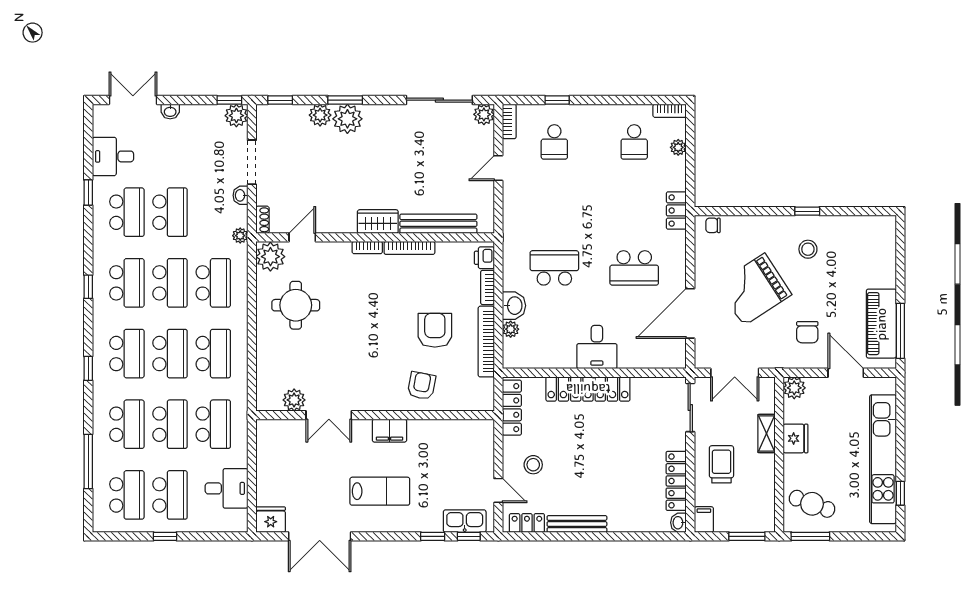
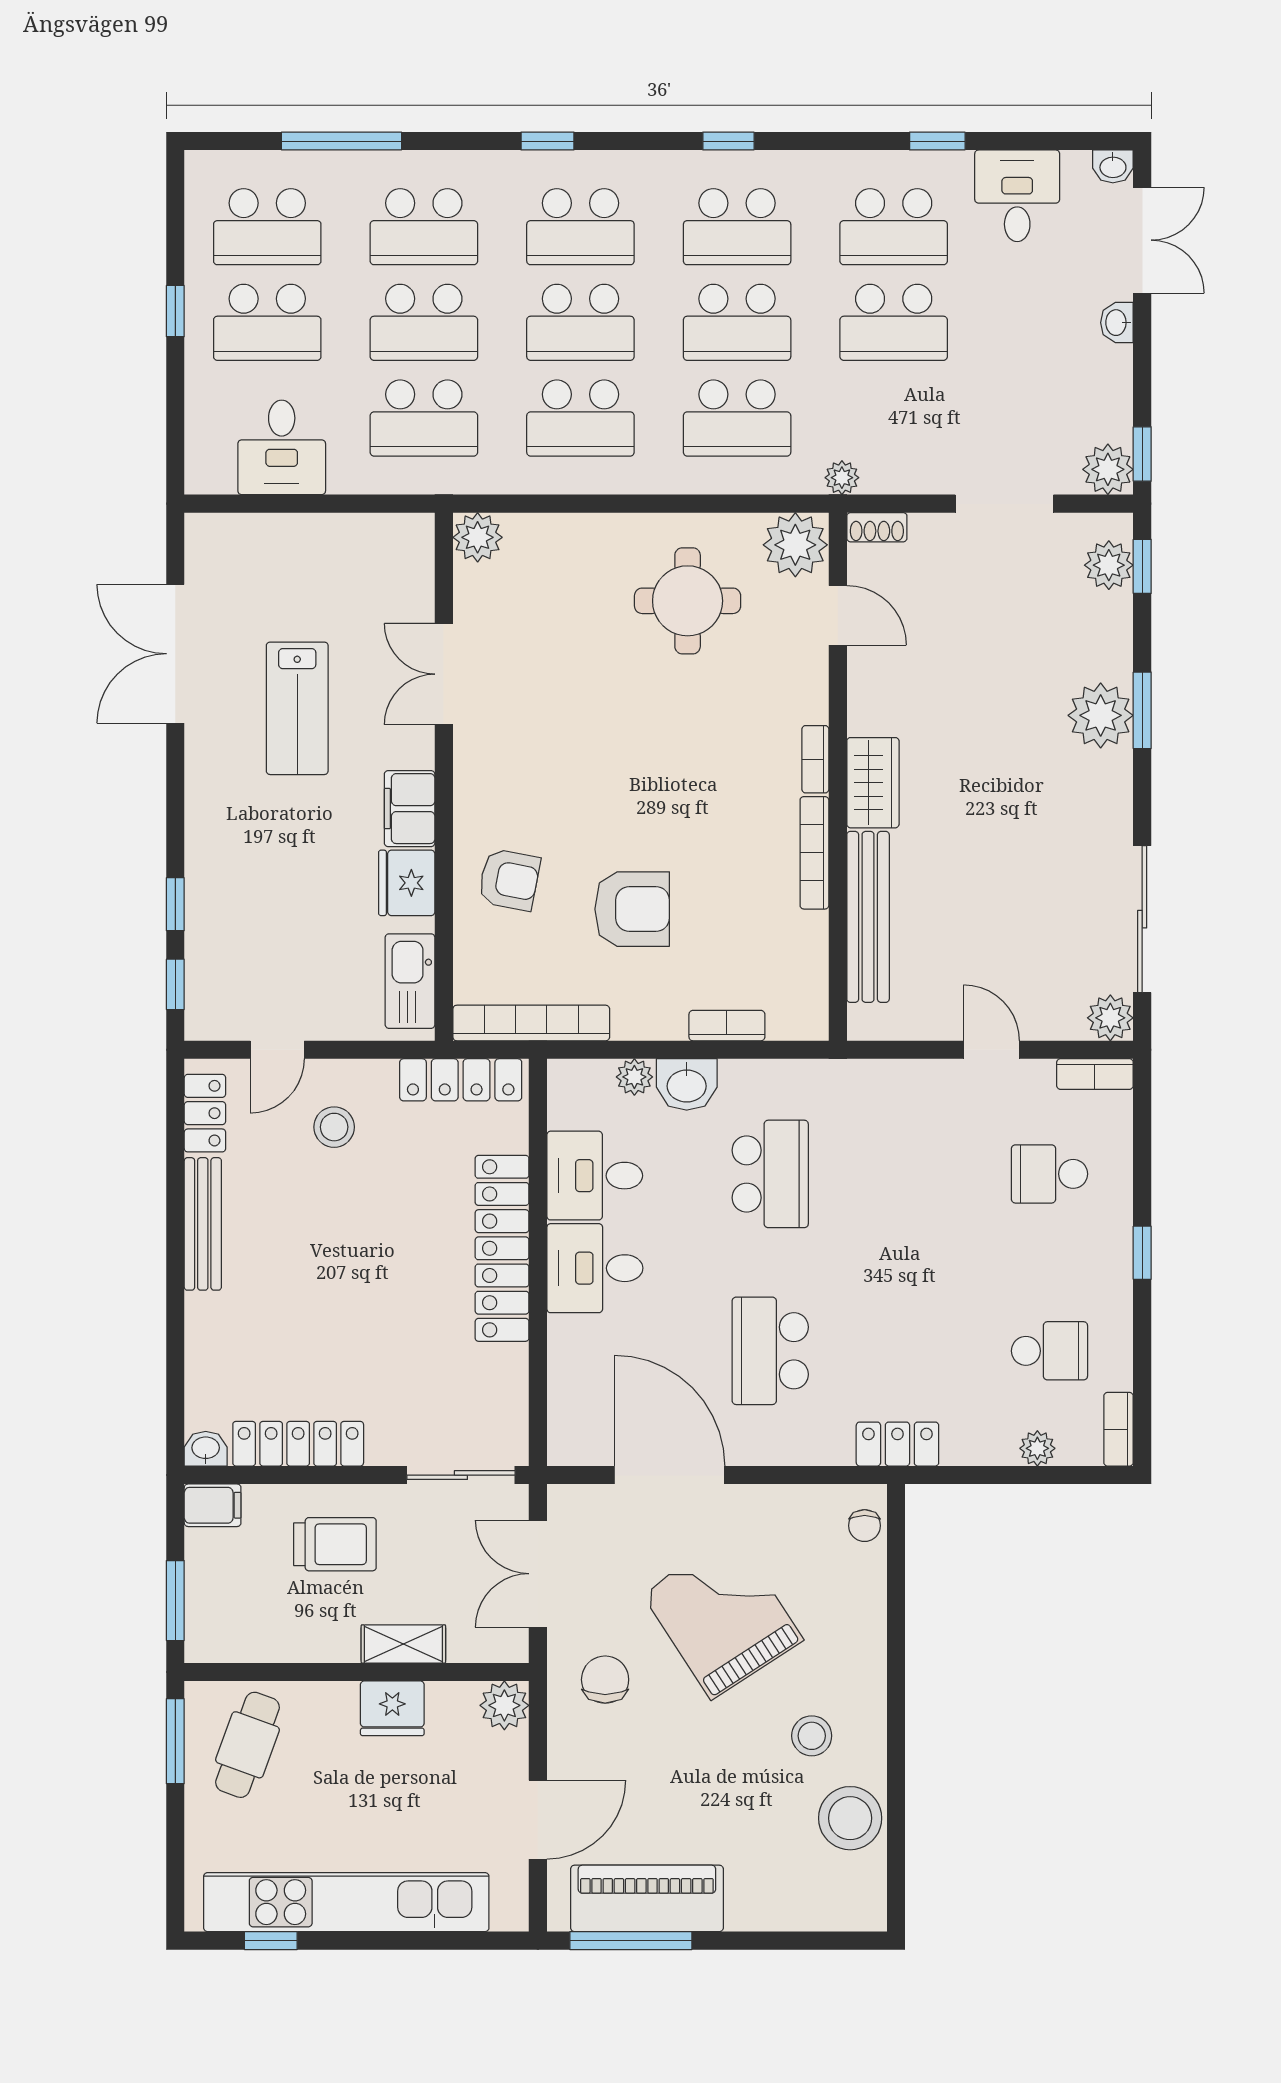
window: (557, 100) -> (1142, 1253), moved
plant: (320, 115) -> (1109, 565), moved
school desk: (634, 142) -> (1049, 1351), turned 180
washbasin: (240, 195) -> (1113, 166), moved, turned 180
window: (807, 211) -> (896, 1734), removed
chair: (713, 225) -> (865, 1526), turned 180
stool: (845, 232) -> (850, 1818), added
printer: (484, 258) -> (793, 1019), removed
chair: (807, 332) -> (605, 1680), moved, turned 90
bookcase: (486, 342) -> (531, 1023), moved
desk: (555, 347) -> (595, 1176), added
plant: (294, 400) -> (478, 537), moved
lab bench: (380, 491) -> (297, 708), moved
fridge: (271, 520) -> (407, 883), moved, turned 180
kitchen sink: (465, 521) -> (410, 981), moved, turned 180

